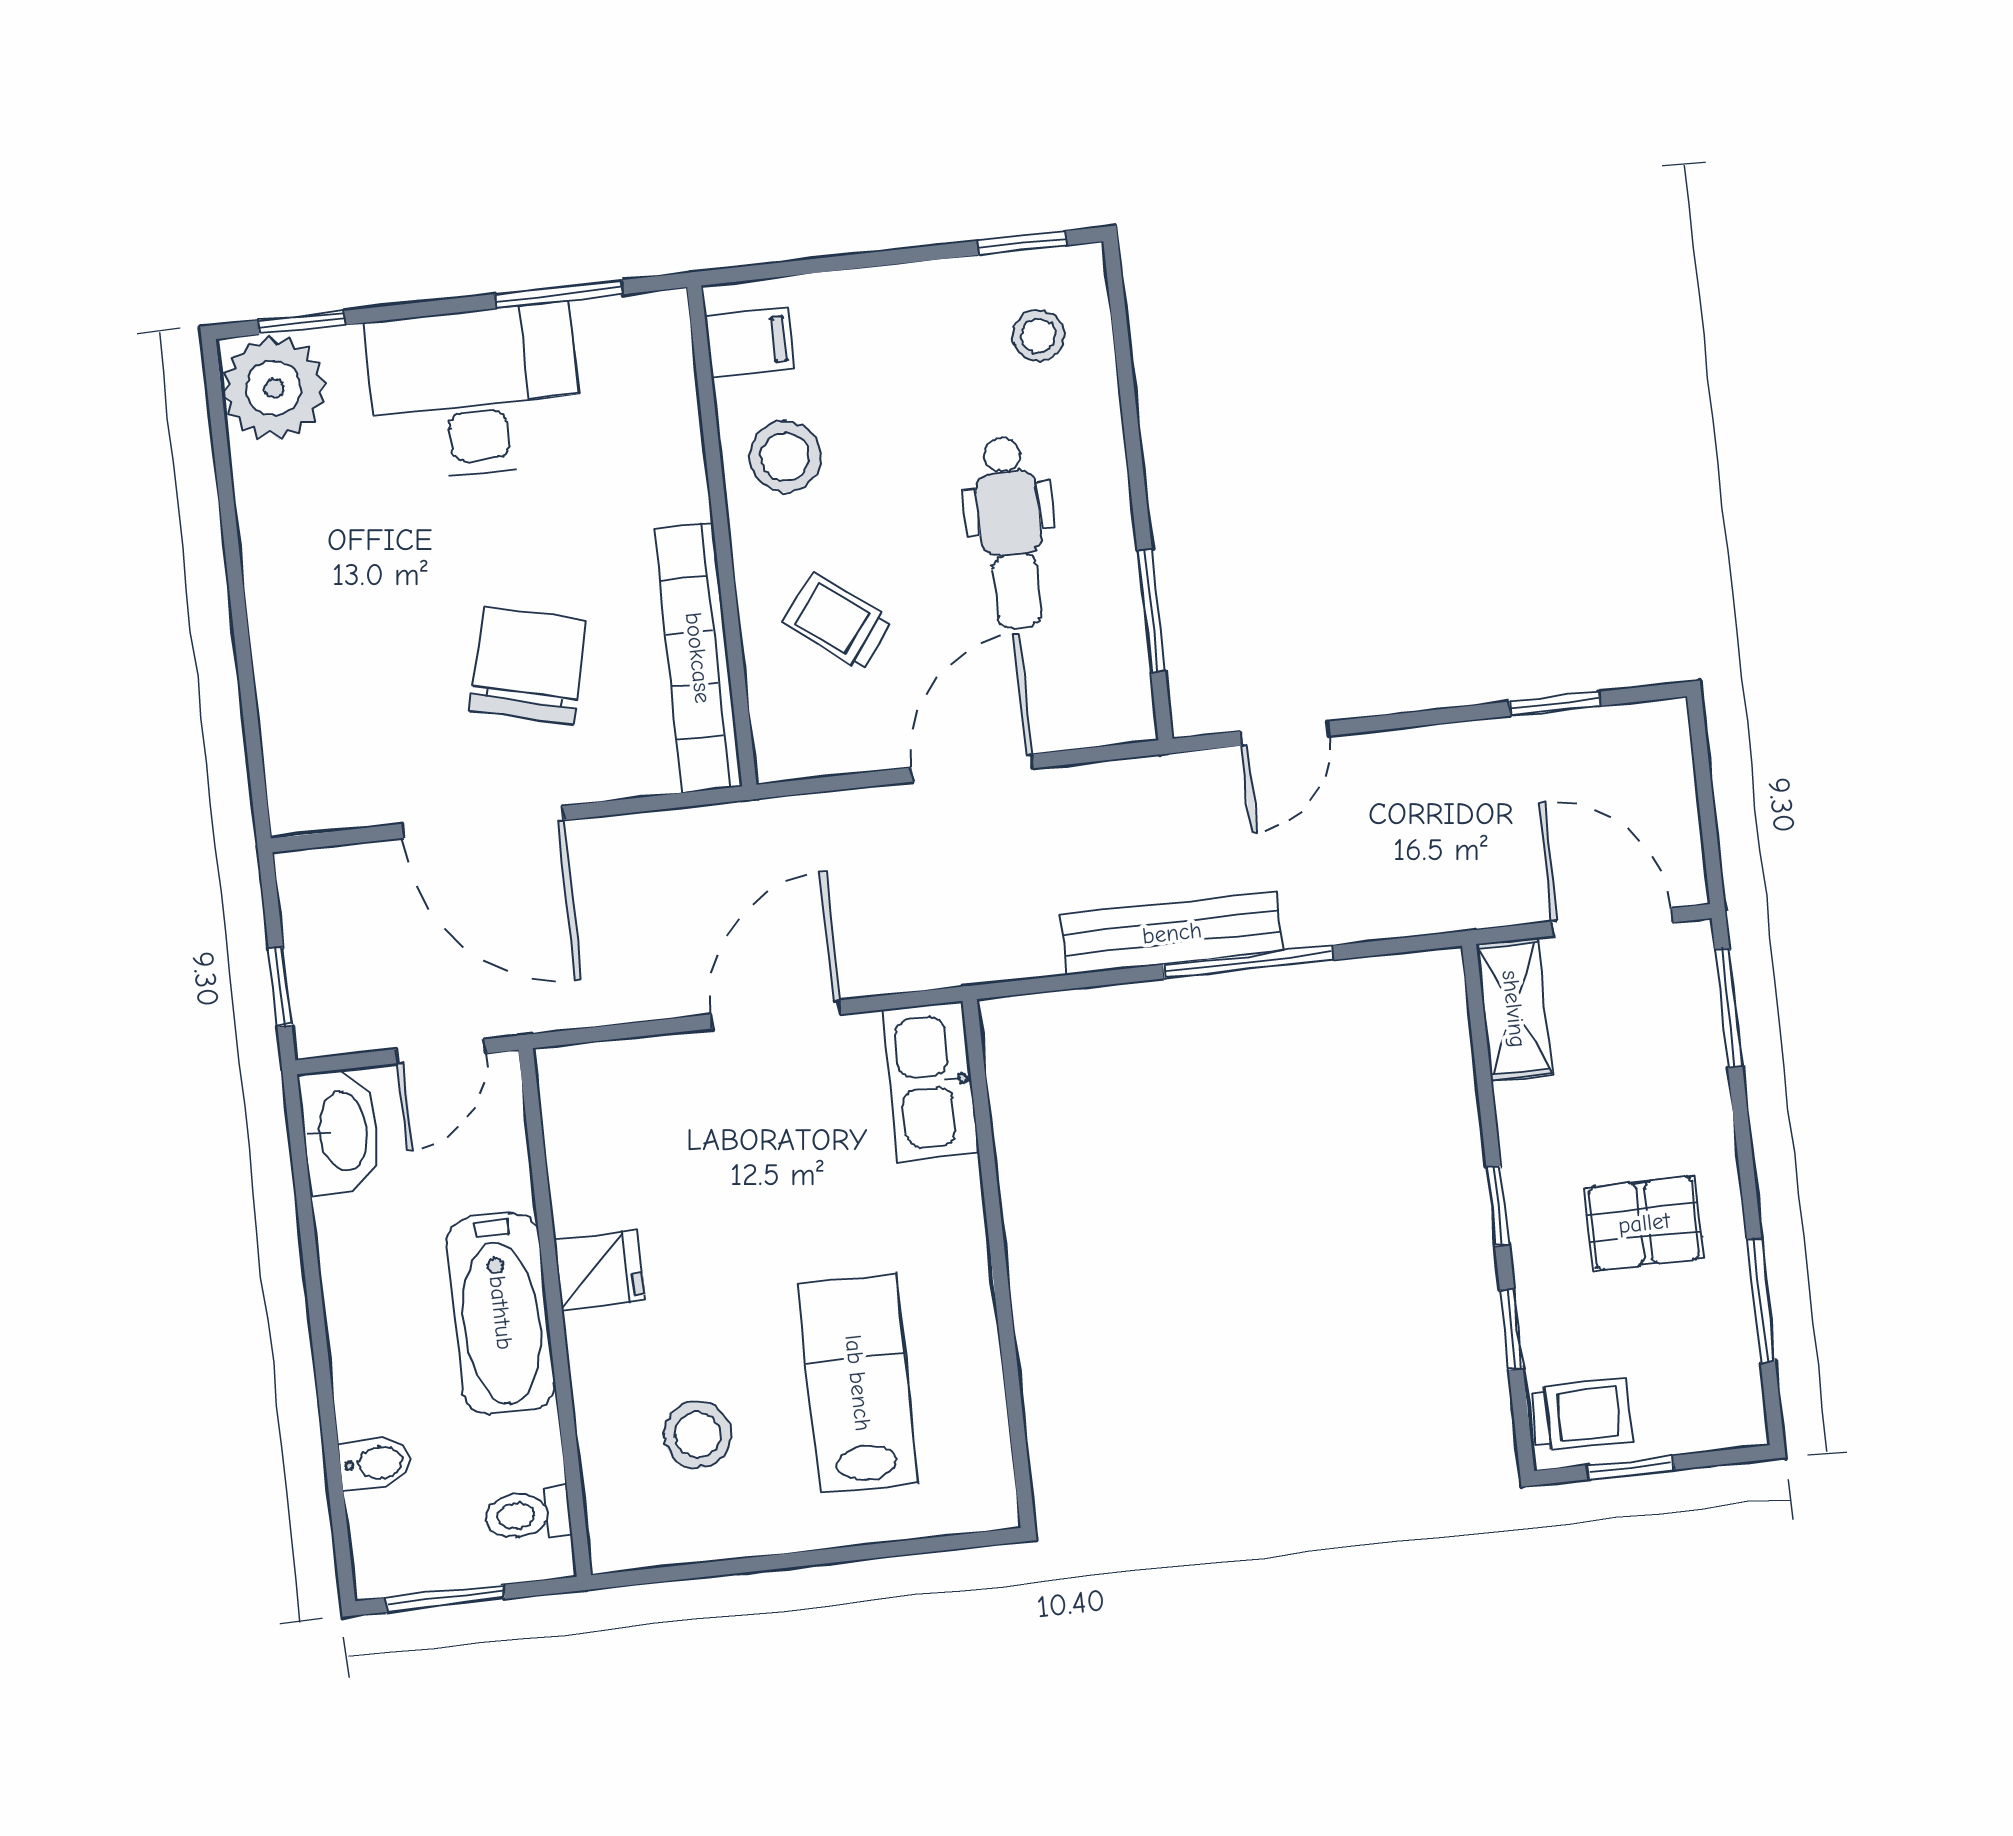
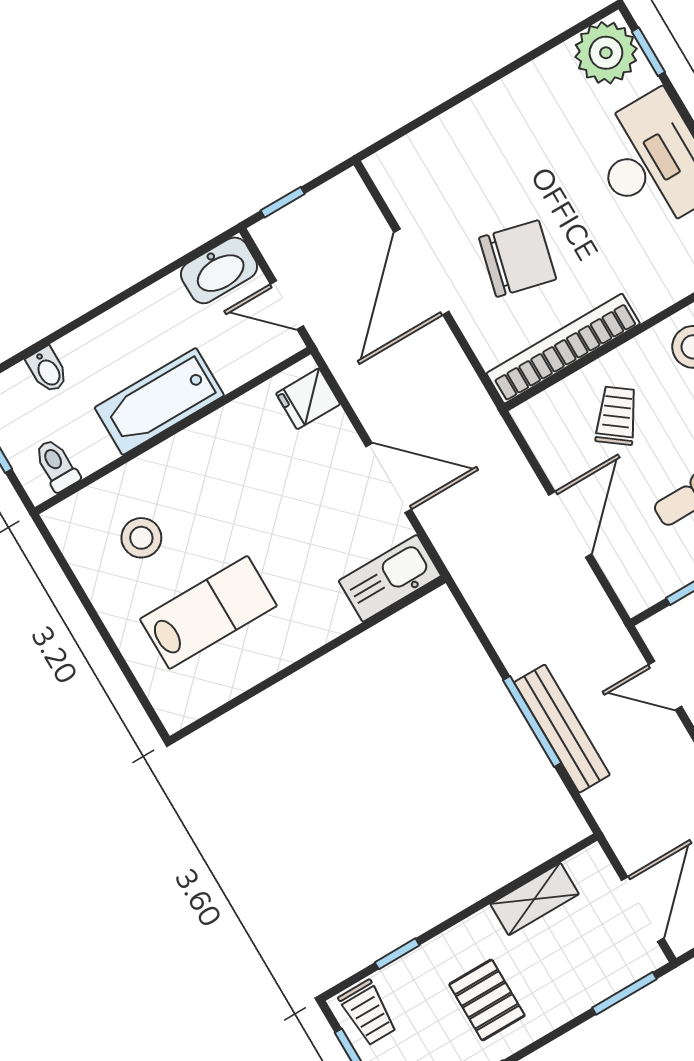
door: (973, 768) -> (570, 524), hinge flipped
bench: (1172, 933) -> (562, 729), moved
shelving: (1514, 1009) -> (535, 899), moved
window: (1498, 1206) -> (461, 916), removed
fridge: (600, 1270) -> (308, 399), moved, turned 90

